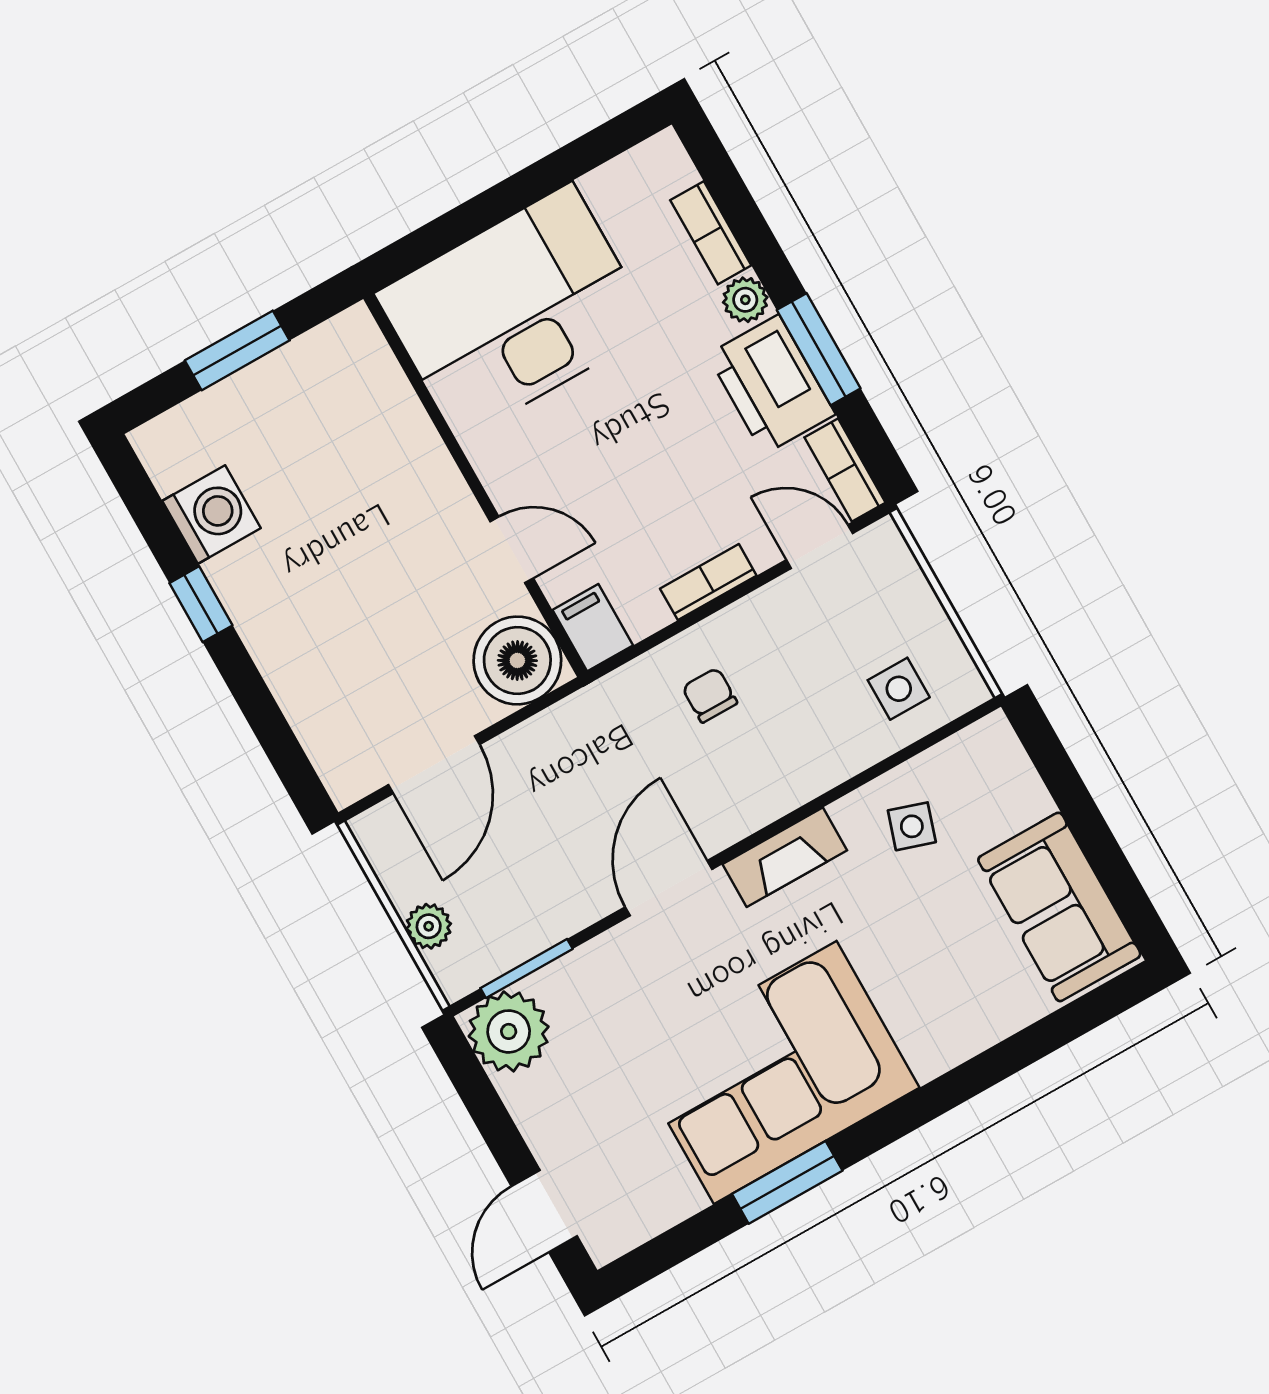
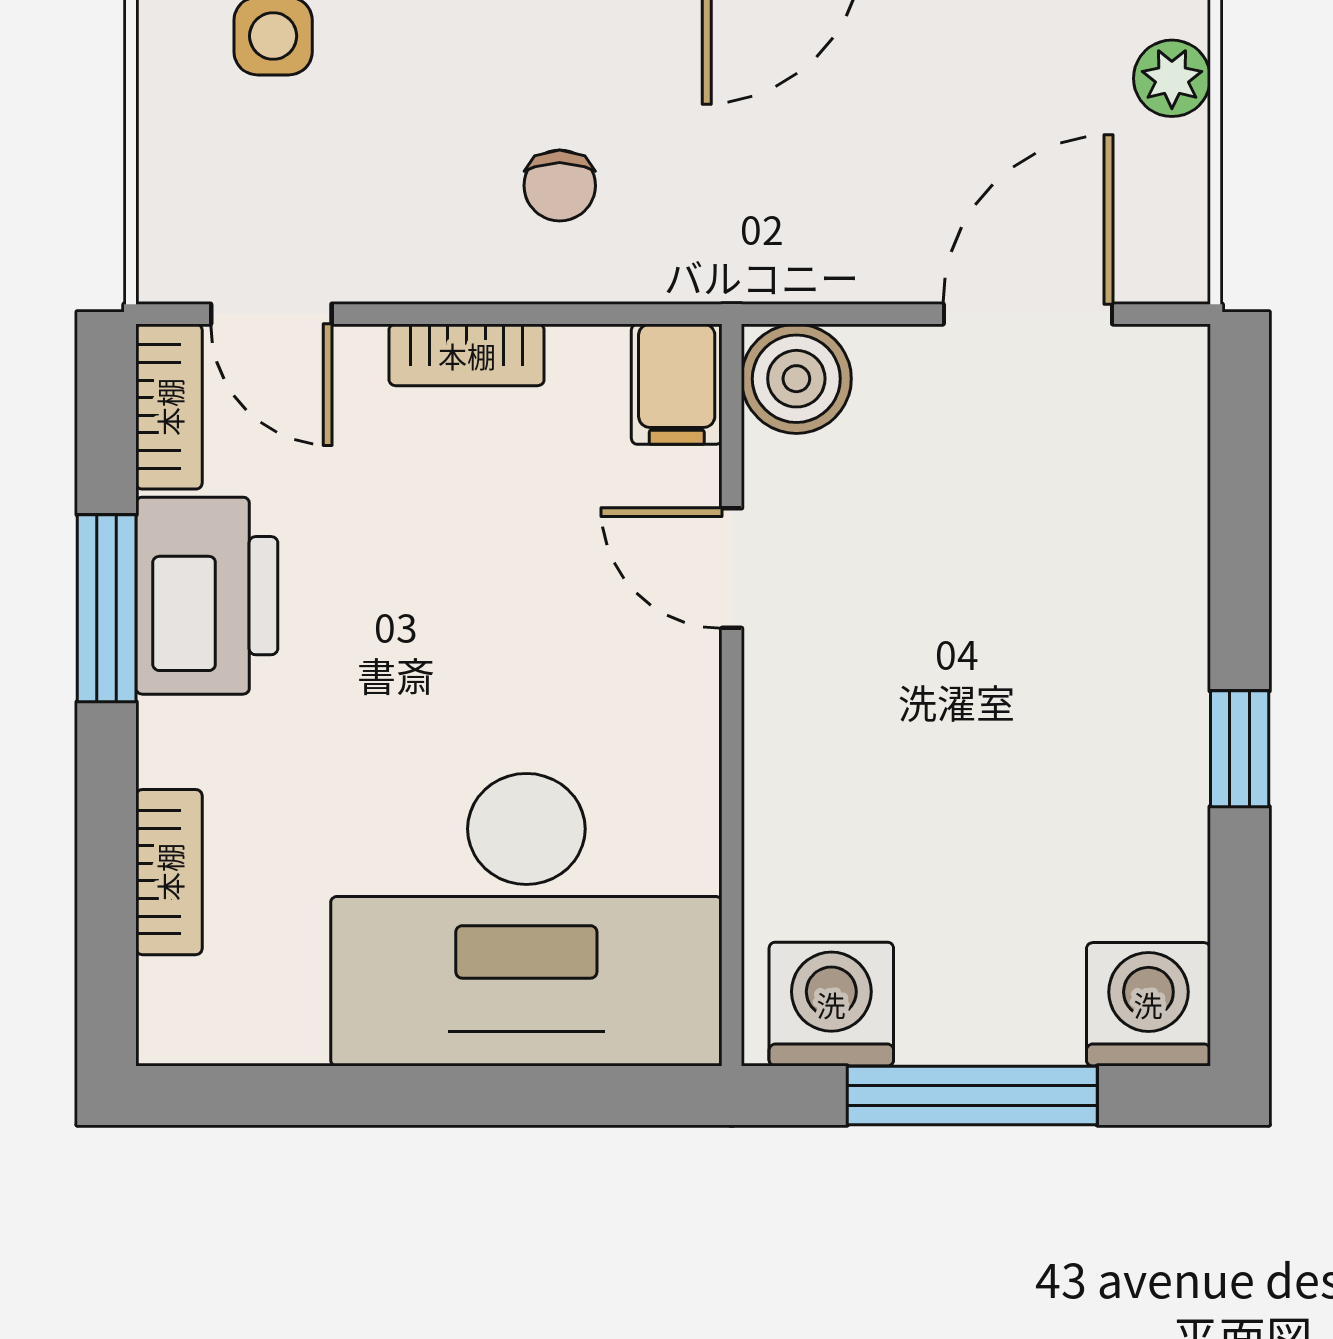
plant: (745, 300) -> (174, 743), removed
window: (237, 350) -> (972, 1095), width x1.44
washing machine: (335, 356) -> (831, 1004), added
washing machine: (211, 514) -> (1148, 1004), moved, turned 90
boiler: (517, 660) -> (796, 379), width x0.73, depth x0.73

